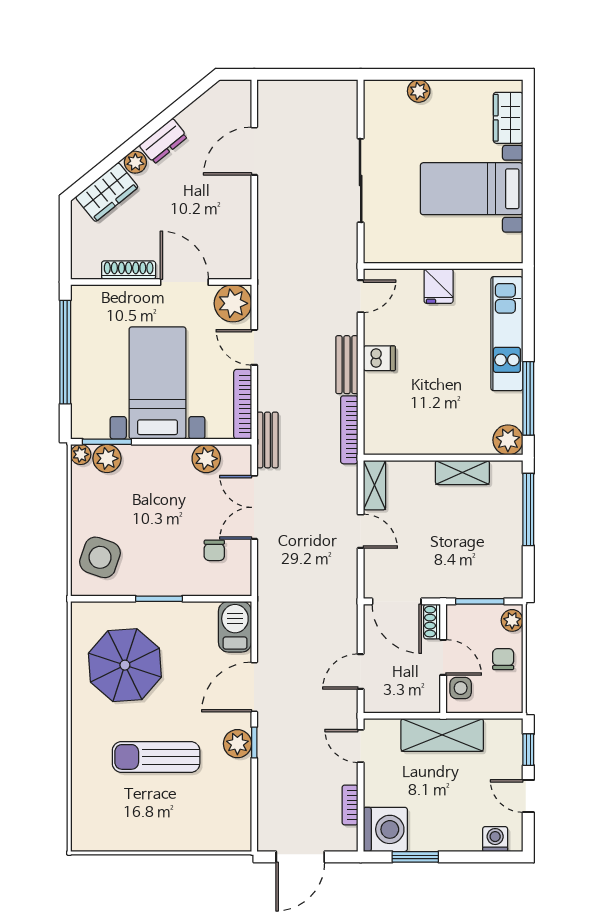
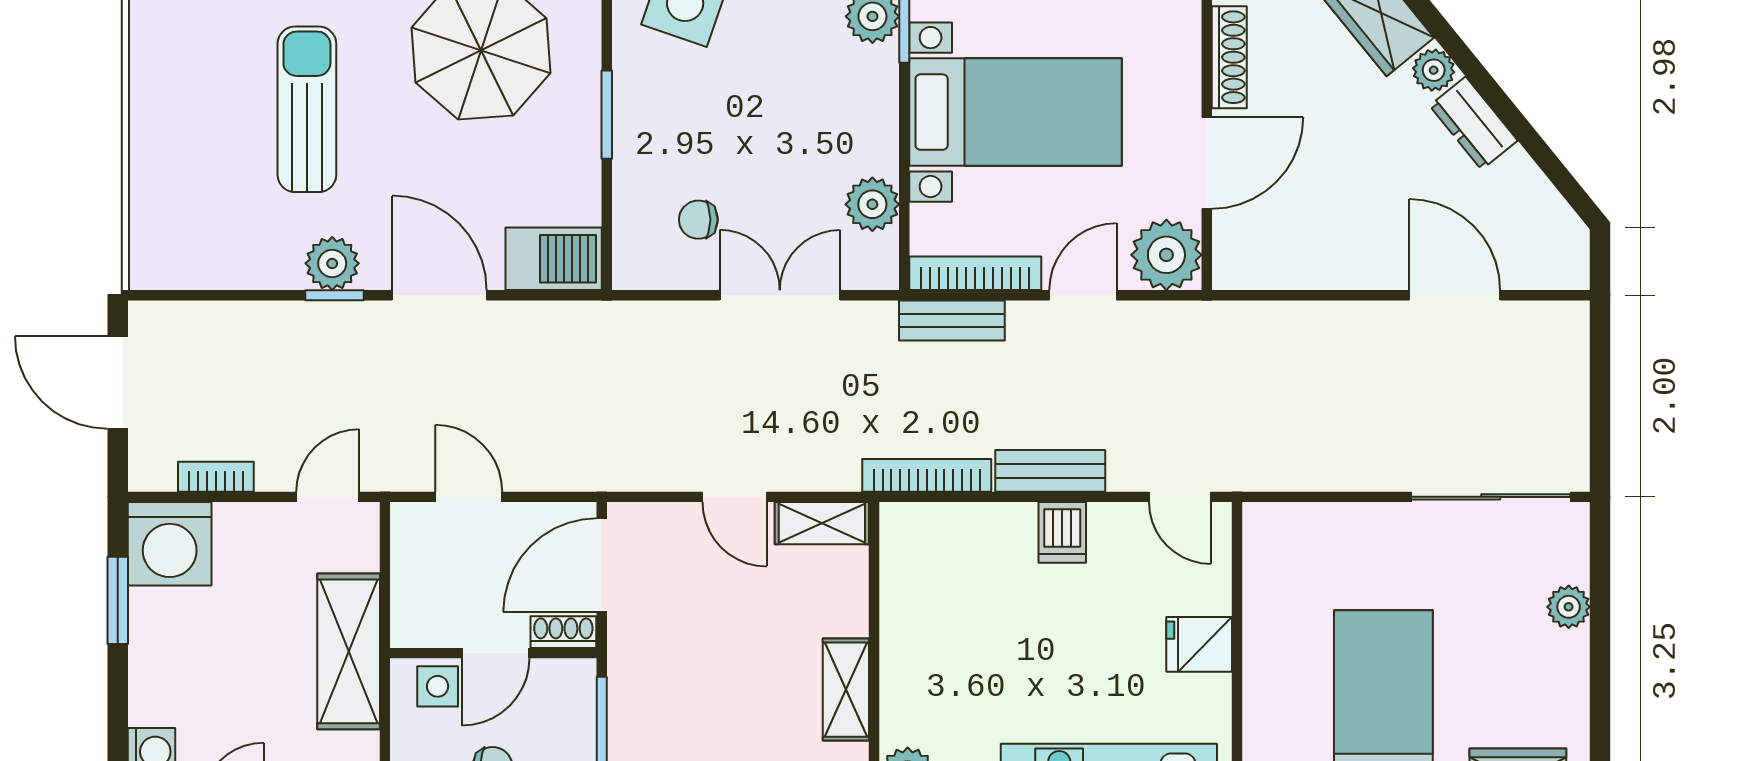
sliding door: (361, 180) -> (1491, 497), moved
bench: (268, 440) -> (952, 320), moved
door: (361, 531) -> (735, 497), hinge flipped

